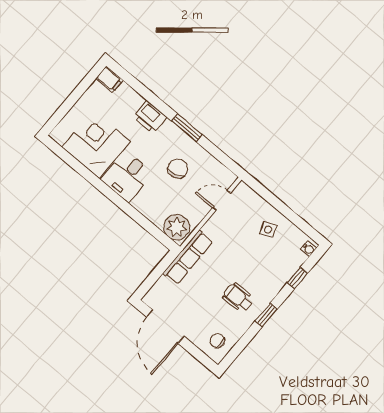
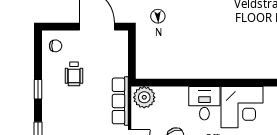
row of seats: (188, 257) -> (120, 101), moved
wheelchair: (238, 298) -> (74, 74), moved, turned 90

